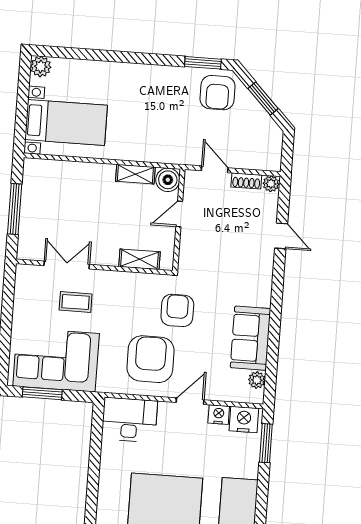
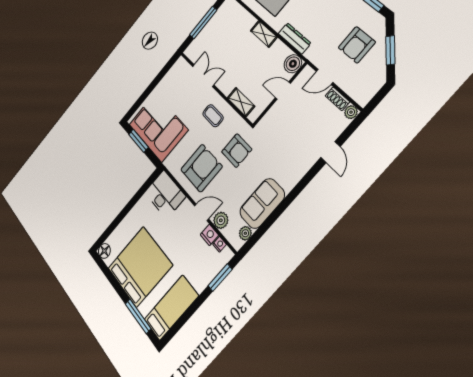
armchair: (217, 93) -> (357, 45), moved
dresser: (148, 153) -> (295, 38), added
door: (215, 169) -> (325, 77), swing flipped
shelving: (135, 174) -> (264, 34), moved
coffee table: (76, 302) -> (213, 116), moved
armchair: (177, 310) -> (237, 151), turned 90
plant: (219, 391) -> (221, 220), added
nightstand: (244, 420) -> (220, 244), width x0.53, depth x0.56

